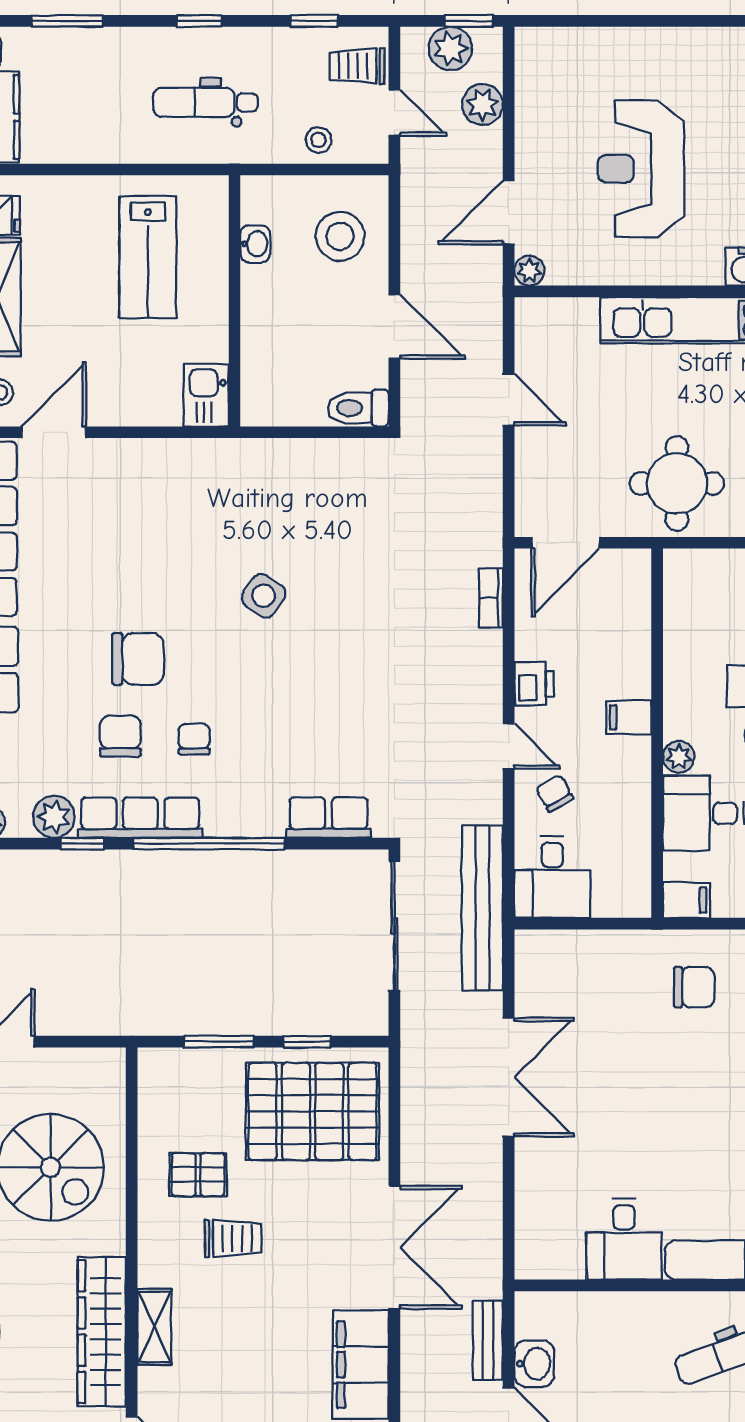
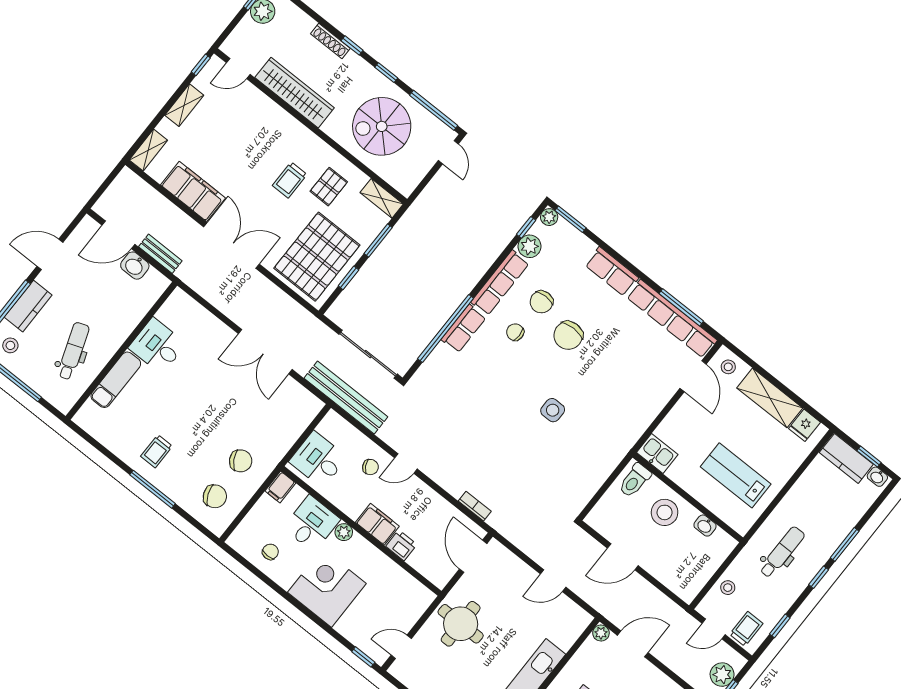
window: (67, 21) -> (845, 544), moved
plant: (483, 105) -> (687, 669), removed
door: (509, 212) -> (633, 644), hinge flipped
stool: (340, 236) -> (665, 512), moved
toilet: (358, 408) -> (635, 480), moved, turned 180
side table: (264, 596) -> (553, 410), turned -35
printer: (534, 684) -> (401, 545), moved, turned 180
filing cabinet: (629, 717) -> (377, 524), width x2.00
chair: (120, 736) -> (541, 302), turned 90
chair: (194, 739) -> (515, 332), turned 180
row of seats: (328, 818) -> (464, 328), moved
window: (82, 844) -> (526, 227), moved
window: (209, 844) -> (446, 329), moved
desk: (552, 877) -> (318, 459), moved
chair: (694, 987) -> (241, 461), turned -120
double door: (394, 1247) -> (231, 245), swing flipped
shelving: (154, 1327) -> (382, 198), moved

